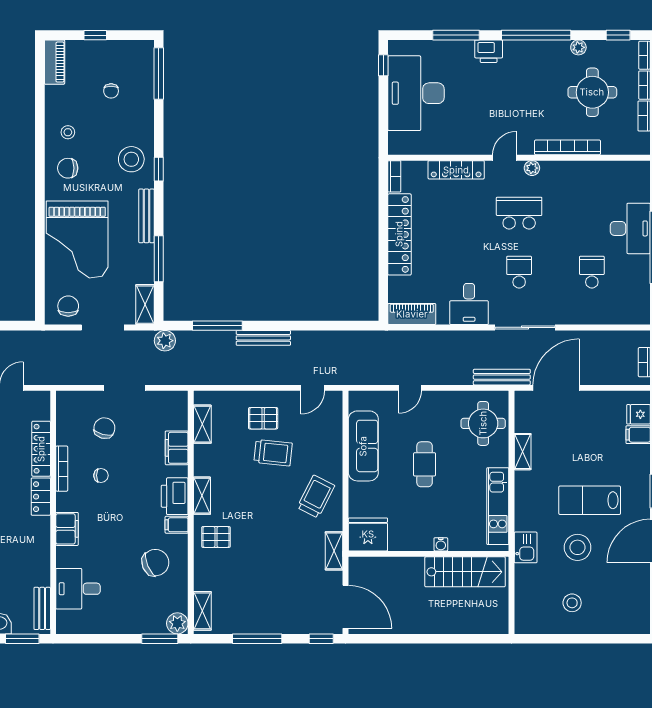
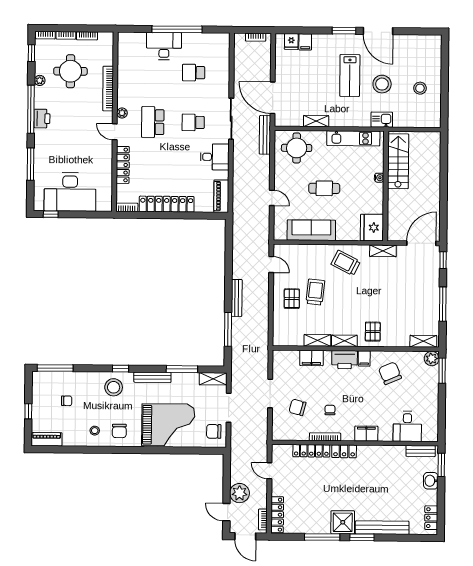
printer: (489, 51) -> (42, 119), moved
plant: (165, 341) -> (238, 365), removed
shelving: (202, 424) -> (317, 340), moved

